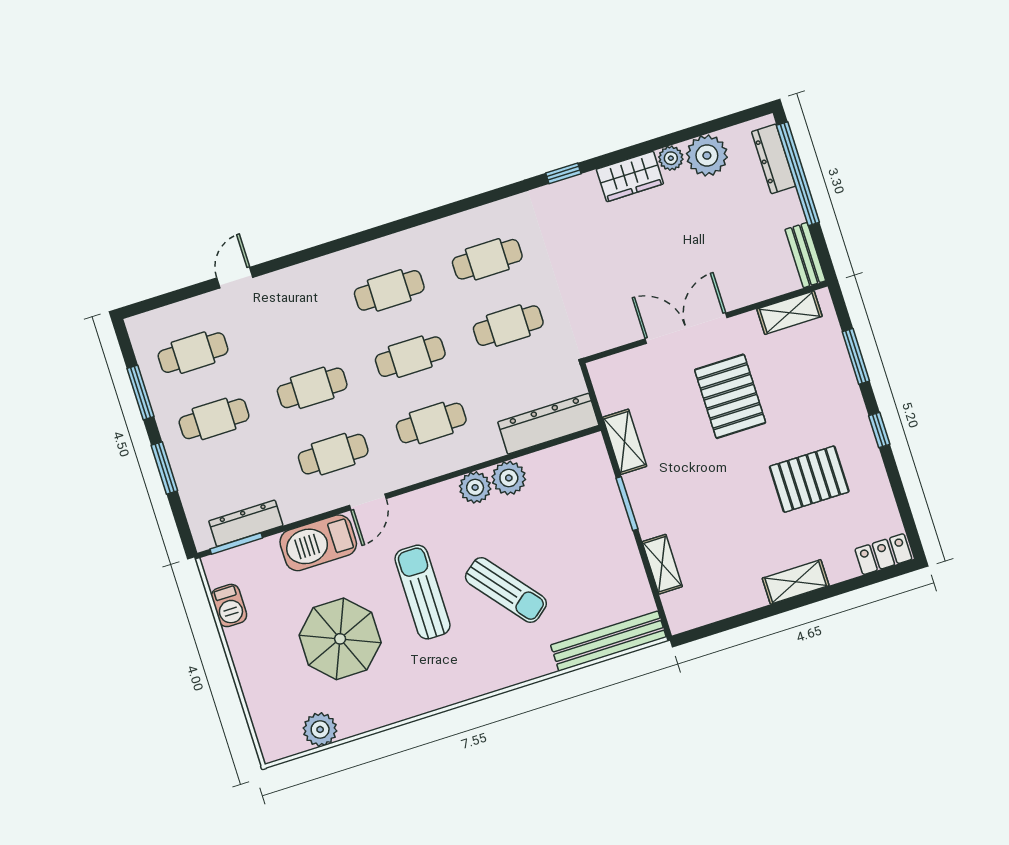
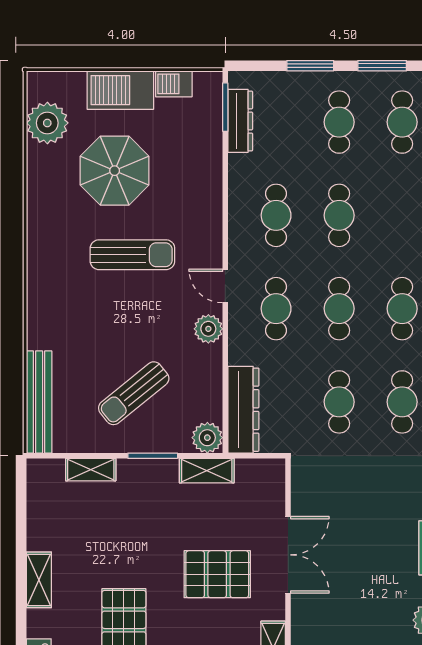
plant: (509, 478) -> (207, 438), moved
door: (368, 502) -> (225, 286), moved
barbecue: (318, 543) -> (120, 90), moved, turned -90
sun lounger: (506, 590) -> (134, 393), moved
plant: (320, 729) -> (47, 123), width x1.36, depth x1.36

